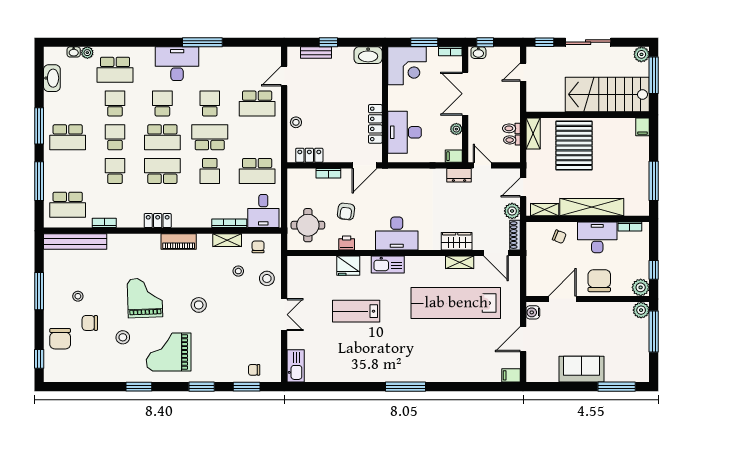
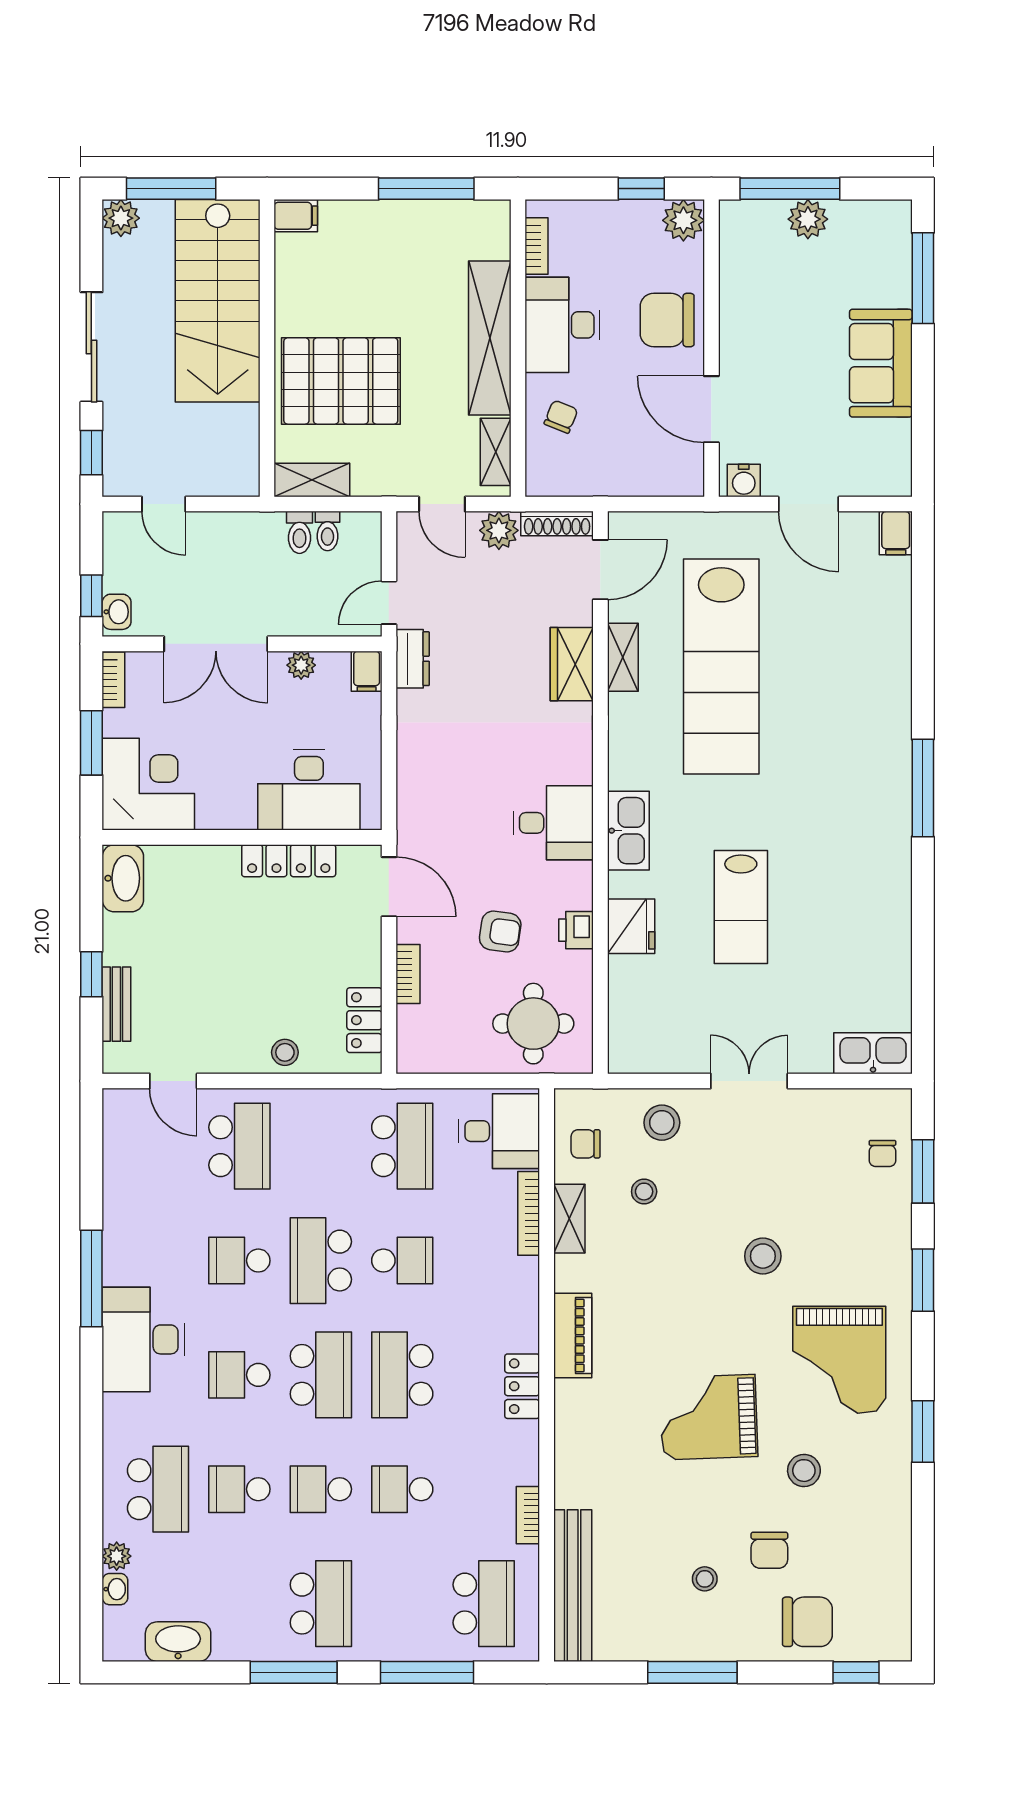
desk: (397, 233) -> (553, 823), width x0.73
stool: (199, 305) -> (763, 1256), moved
plant: (641, 310) -> (808, 219), moved

